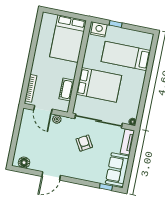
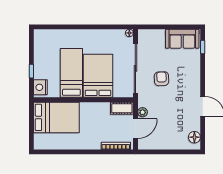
bed: (126, 56) -> (71, 73), moved, turned 180
cot: (67, 89) -> (122, 108), moved
tv unit: (127, 142) -> (152, 34), removed
armchair: (84, 143) -> (162, 79), turned 118

